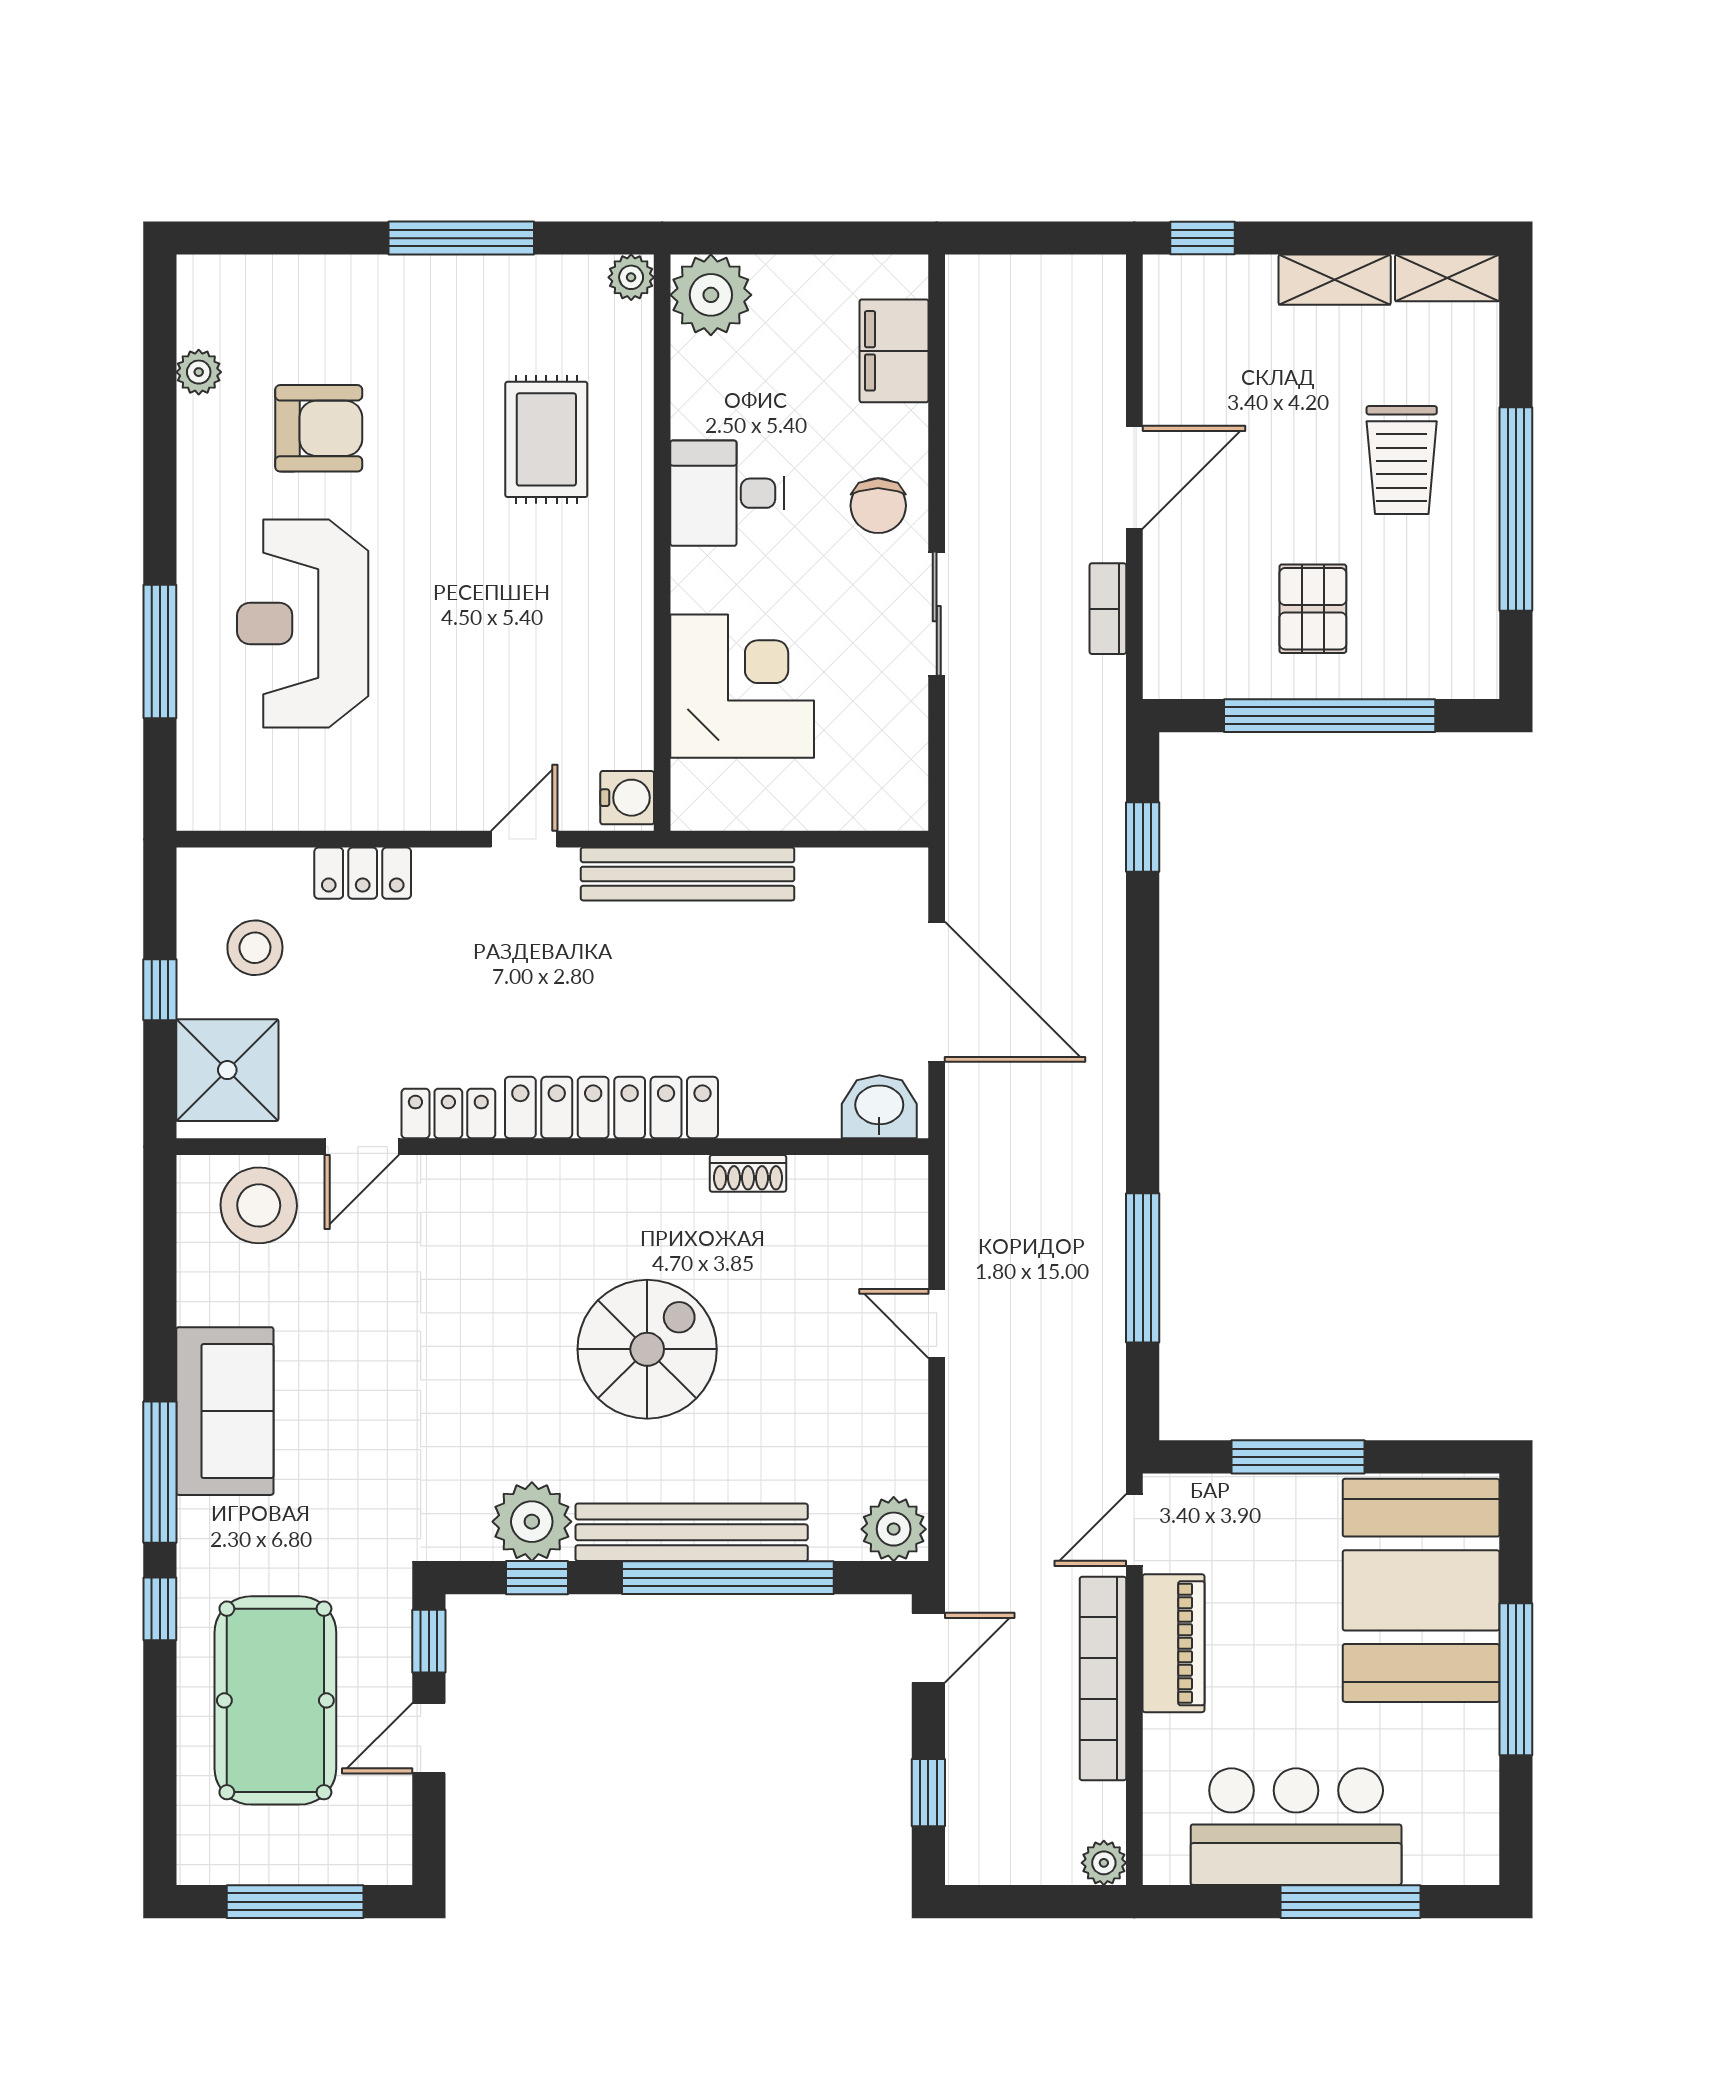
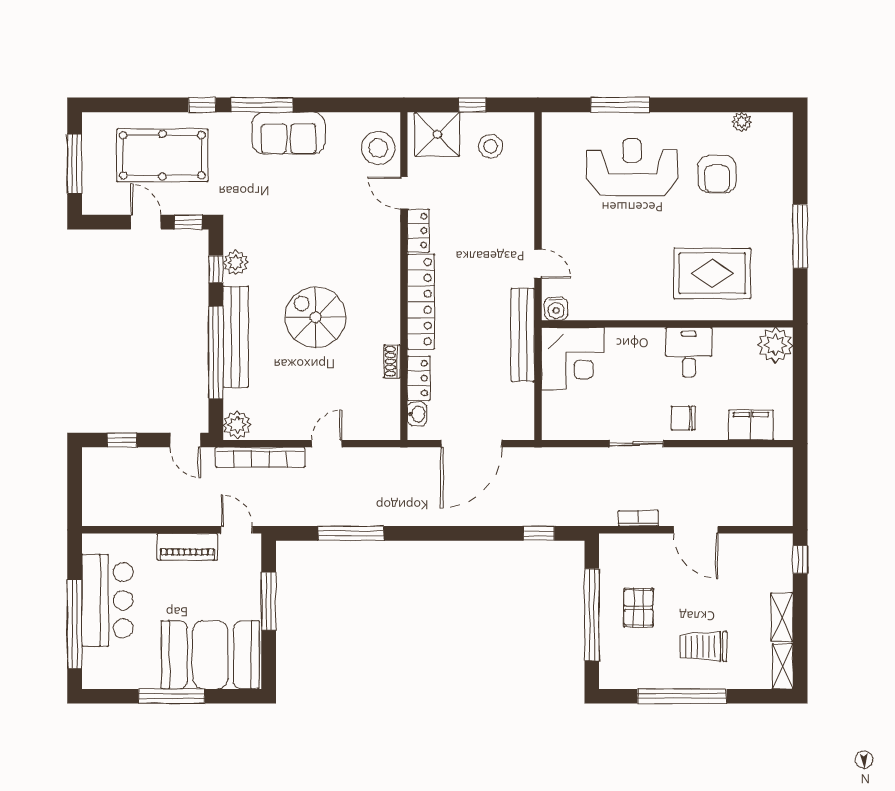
plant: (631, 277) -> (783, 310), removed
rug: (546, 439) -> (712, 273), width x1.36, depth x1.43
pallet: (1313, 609) -> (638, 608), turned 90
corner desk: (742, 686) -> (573, 359), moved
locker: (363, 873) -> (419, 378), moved, turned 180
washbasin: (879, 1107) -> (417, 414), width x0.72, depth x0.69
spiral stairs: (647, 1349) -> (315, 317), turned 180
plant: (532, 1522) -> (236, 262), width x0.73, depth x0.73
bookcase: (1103, 1678) -> (260, 457), moved, turned 180
plant: (1104, 1863) -> (92, 516), removed
window: (1350, 1902) -> (75, 624), width x1.46

